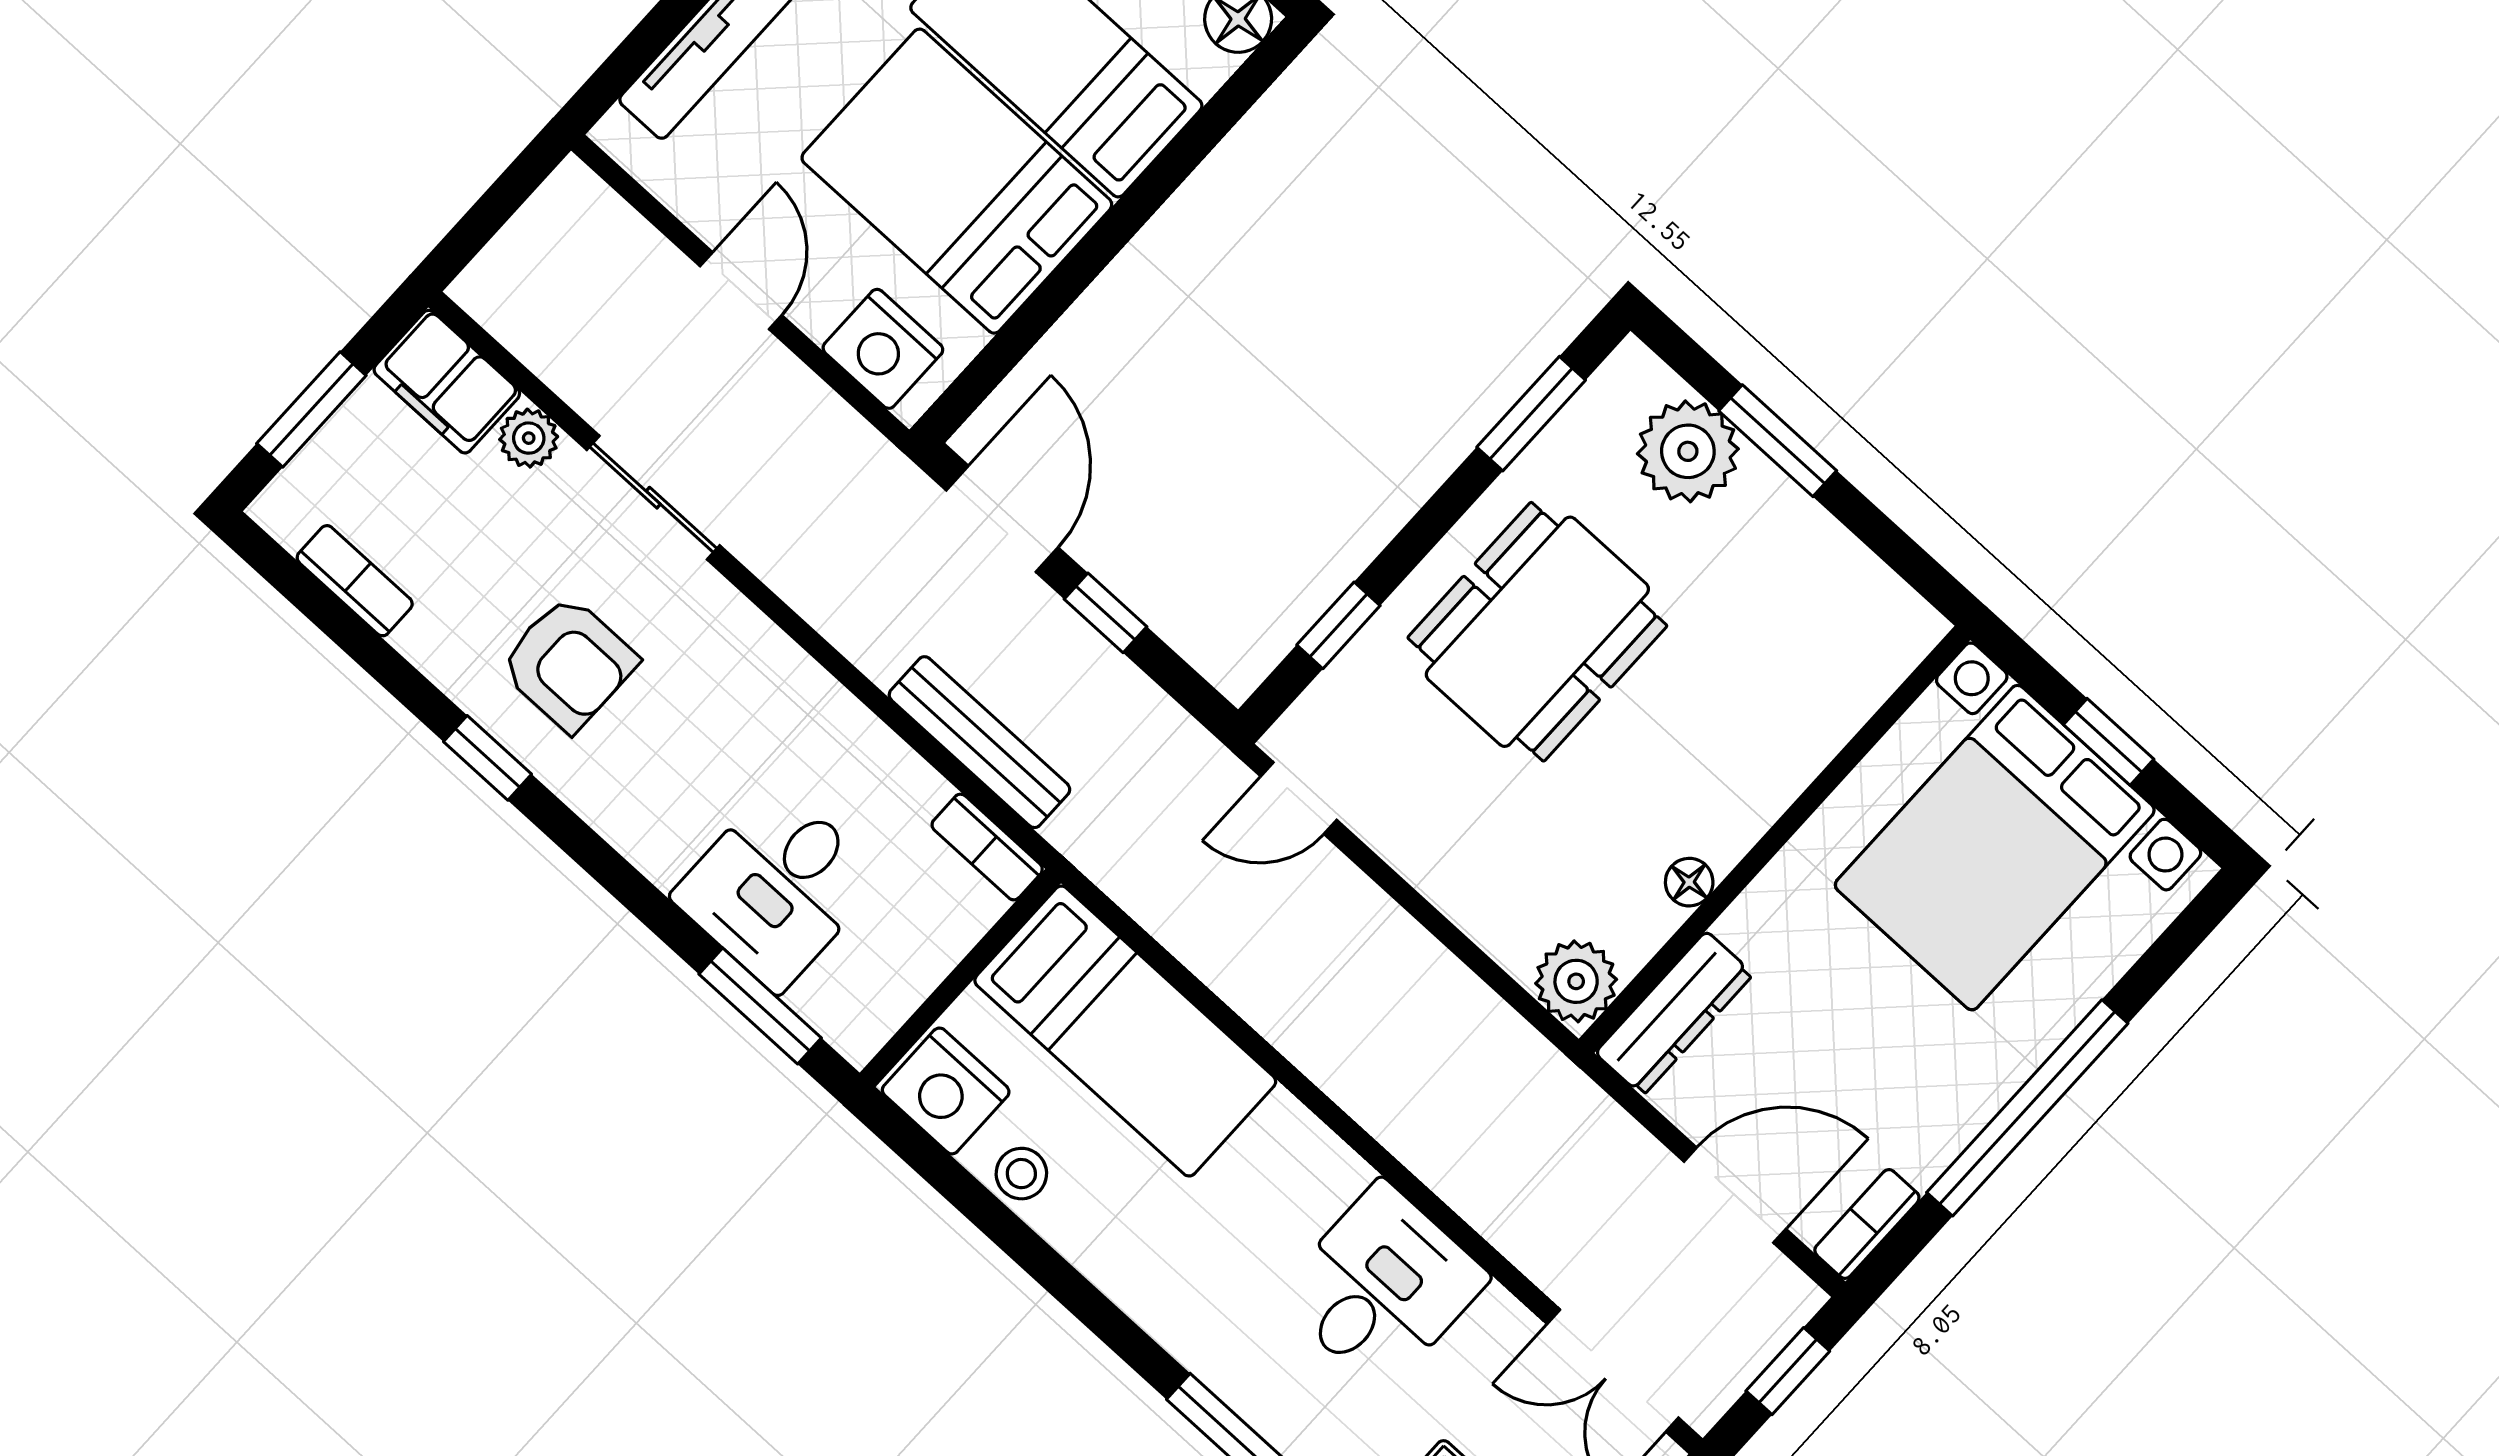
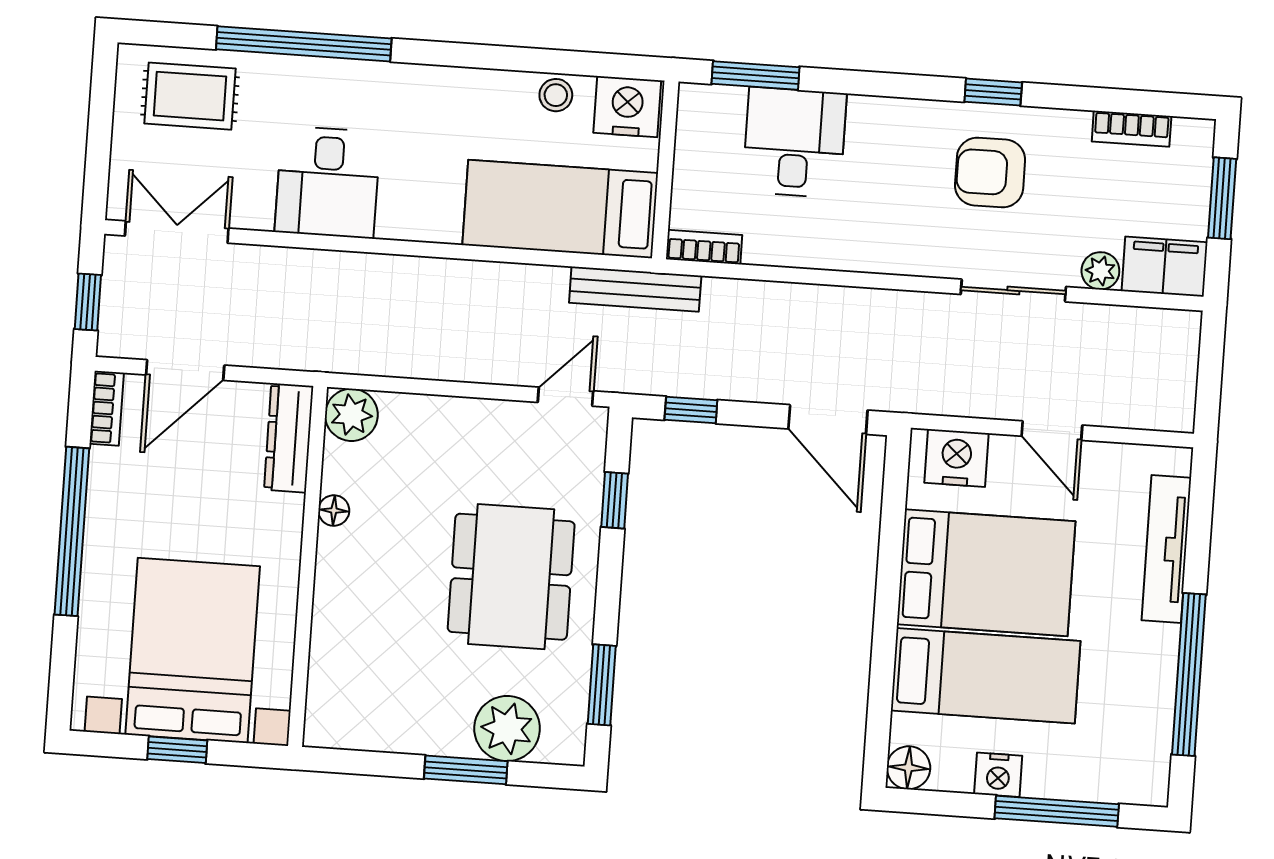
window: (1105, 613) -> (691, 410), moved
bench: (979, 742) -> (635, 289), moved

